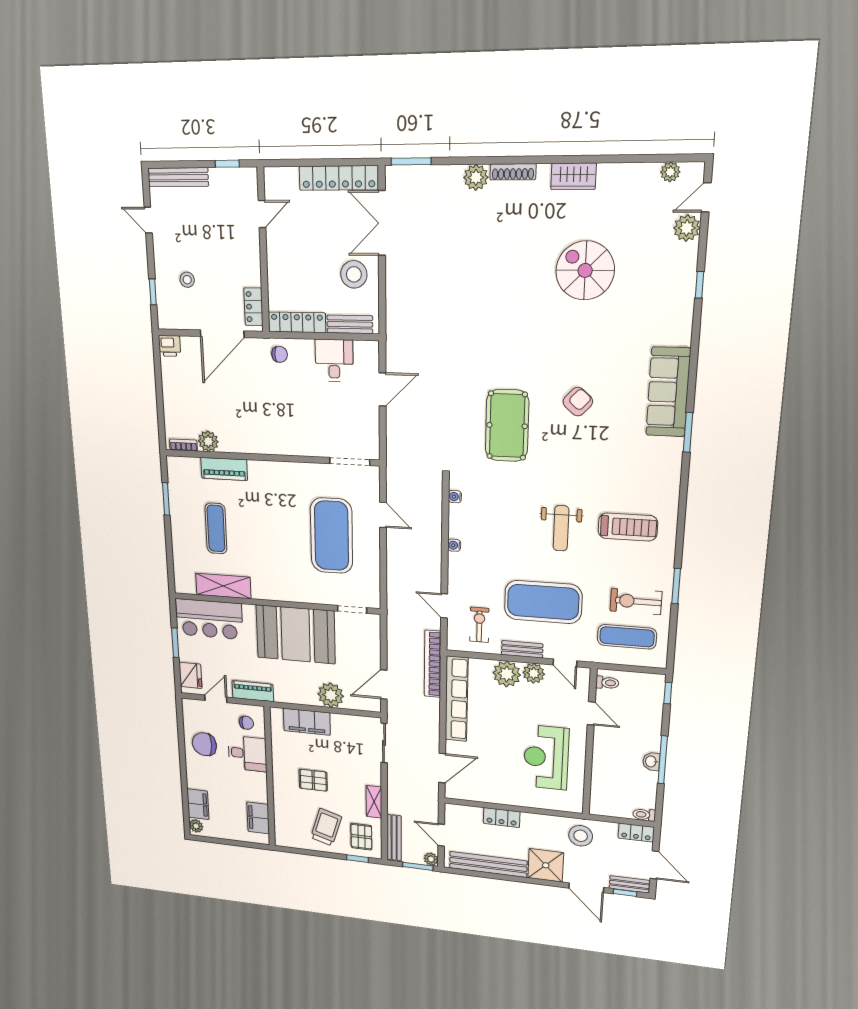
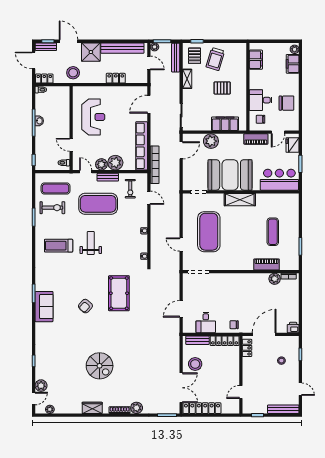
spiral stairs: (585, 270) -> (100, 366), moved
sofa: (668, 392) -> (44, 307), width x0.73
shelving: (223, 586) -> (240, 200), moved

